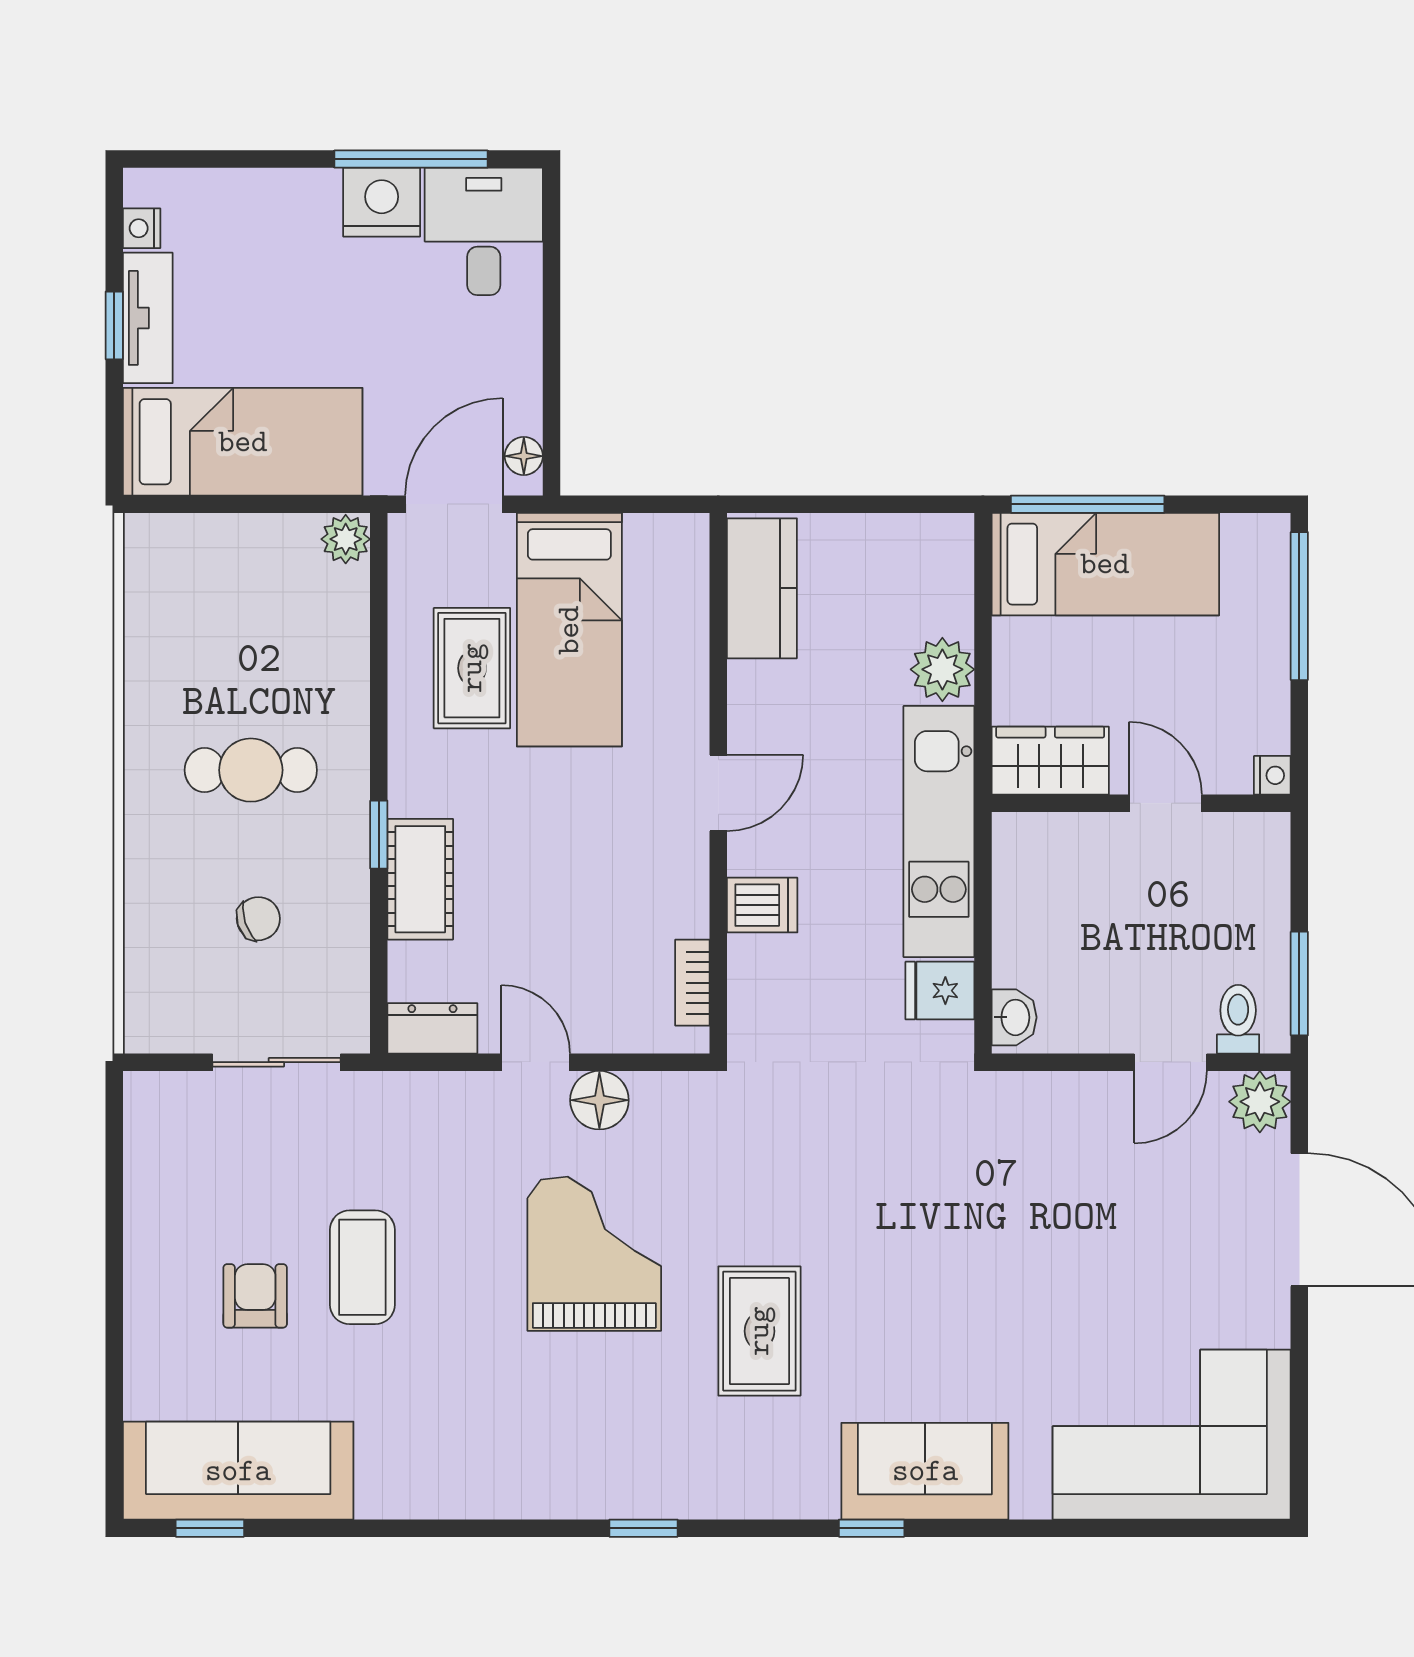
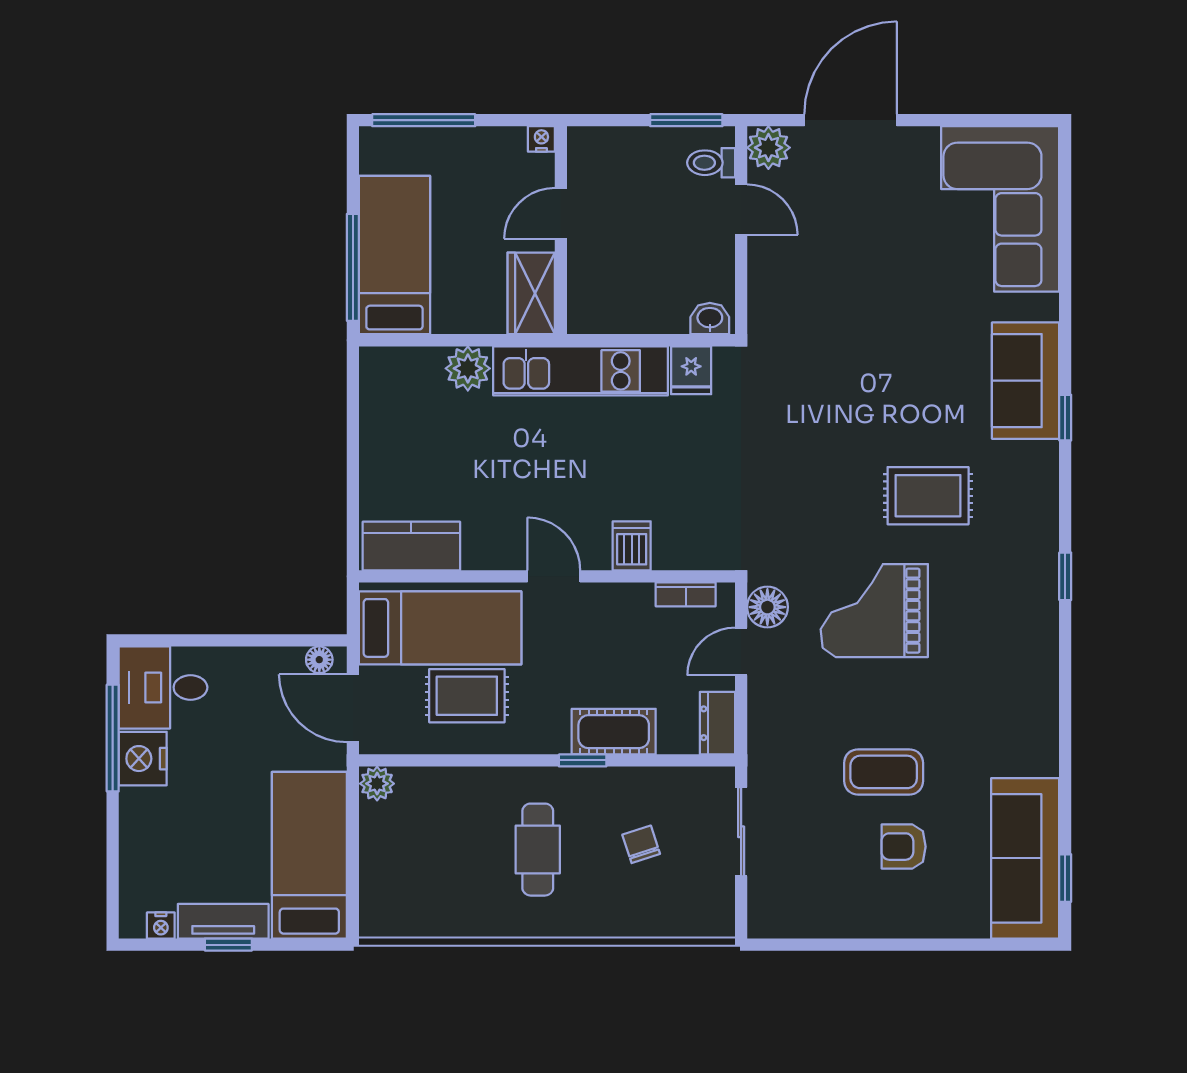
kitchen counter: (762, 588) -> (411, 546), moved
wall: (718, 783) -> (547, 576), moved
door: (718, 793) -> (554, 576), moved
dishwasher: (762, 905) -> (632, 546), moved
bookcase: (692, 983) -> (686, 594), moved

